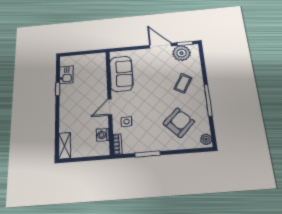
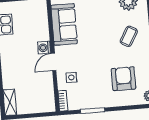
armchair: (179, 123) -> (124, 79), turned -46
washing machine: (103, 135) -> (44, 48), moved

